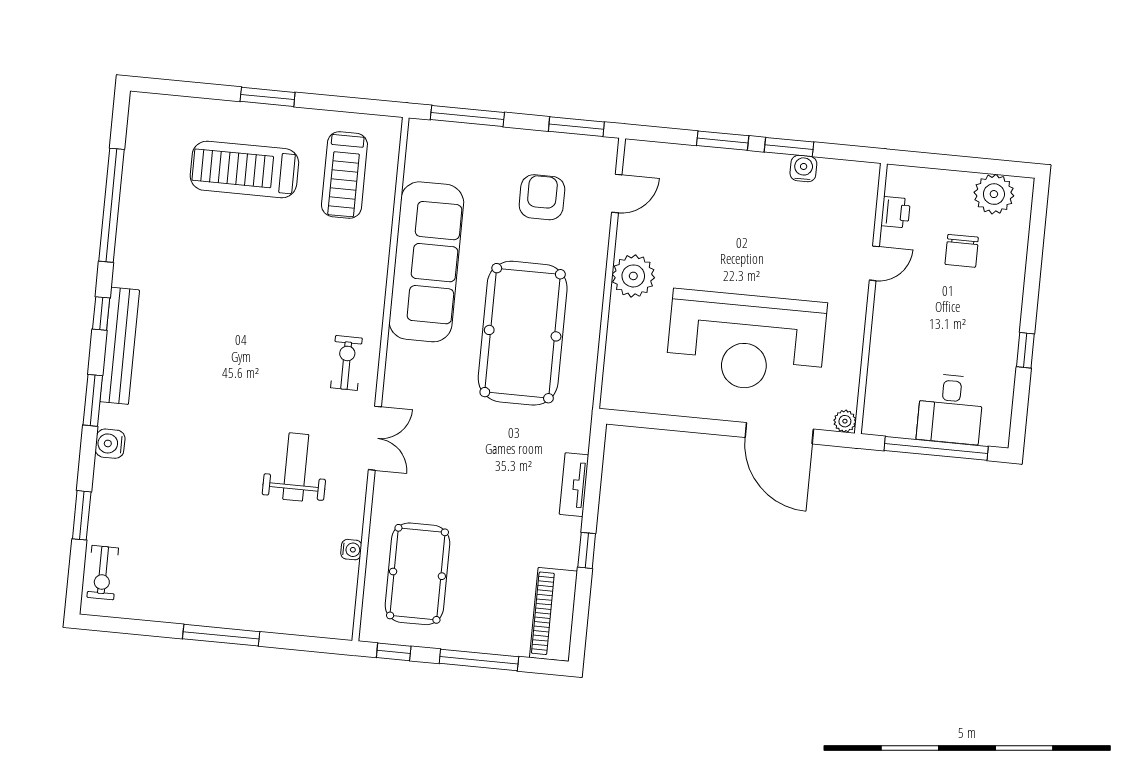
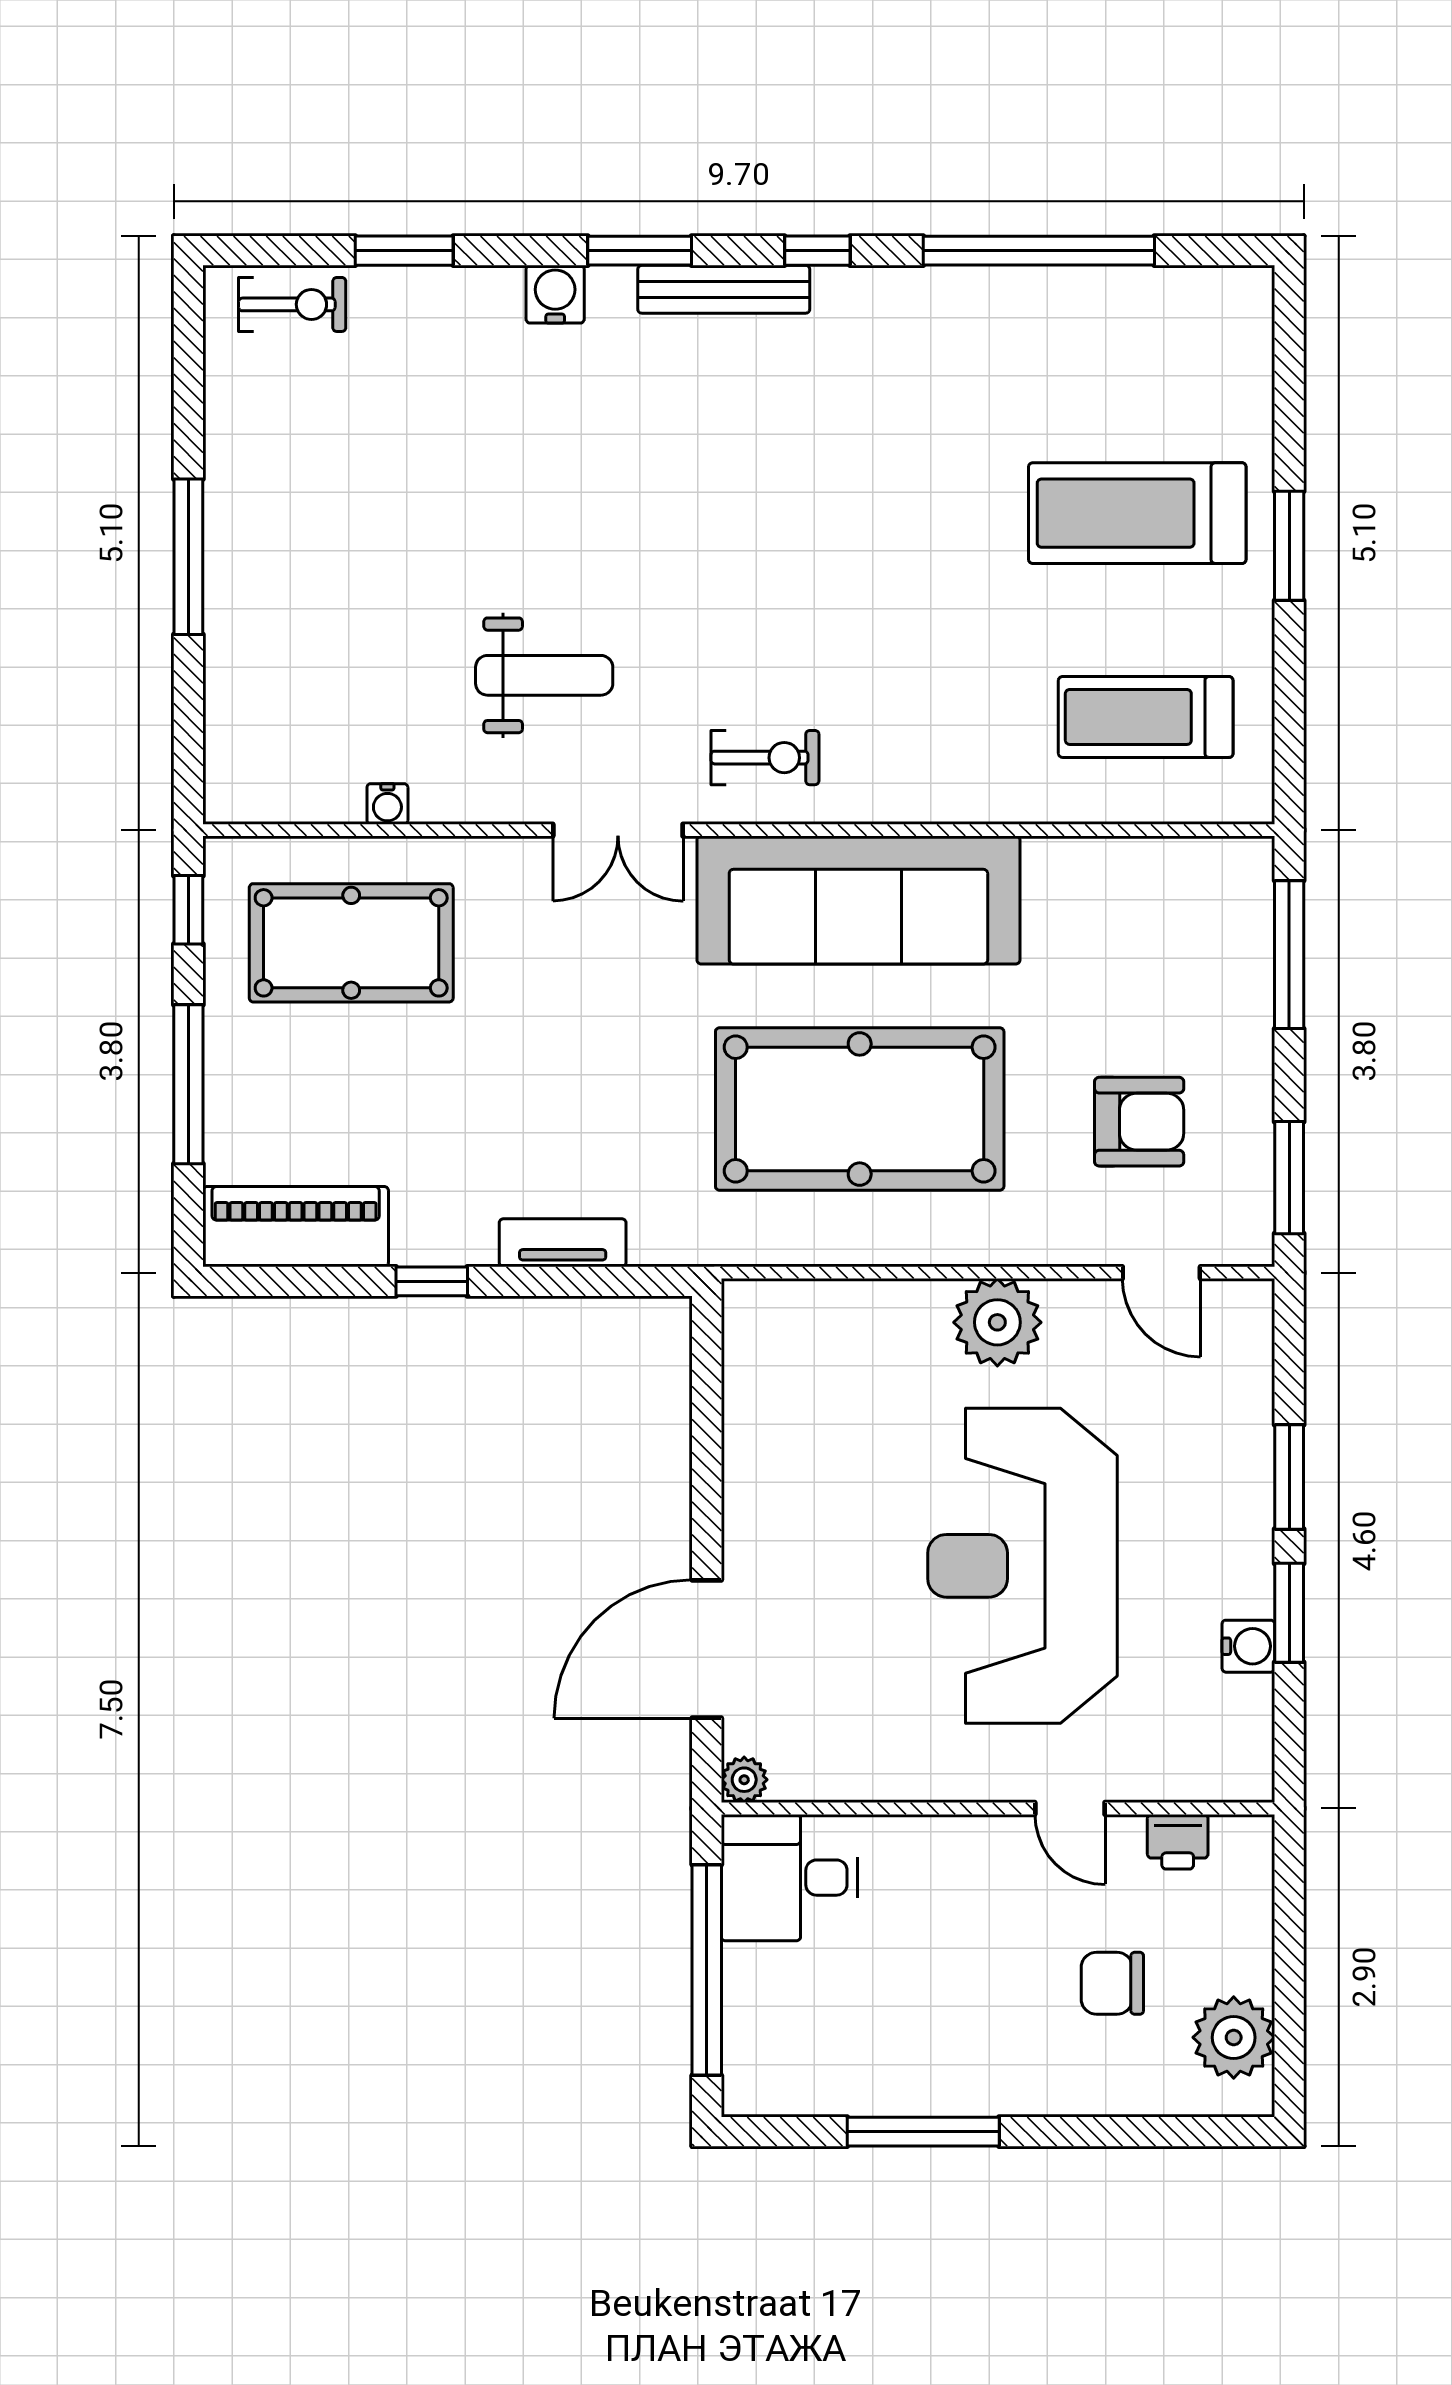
treadmill: (244, 169) -> (1137, 513), turned -90
sofa: (426, 262) -> (858, 900), moved
reception desk: (746, 341) -> (1023, 1566), moved
bench: (120, 346) -> (724, 289), width x0.73, depth x0.82
window: (1025, 350) -> (923, 2132), width x2.17
desk: (950, 409) -> (790, 1878), moved
exercise bike: (103, 573) -> (292, 304), turned 180

